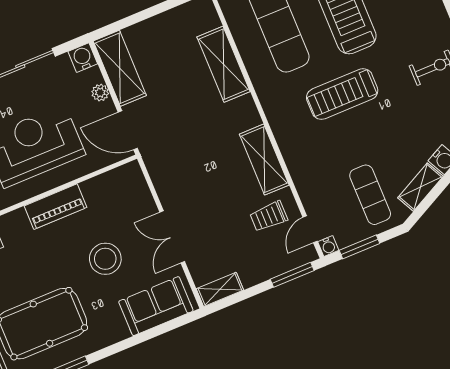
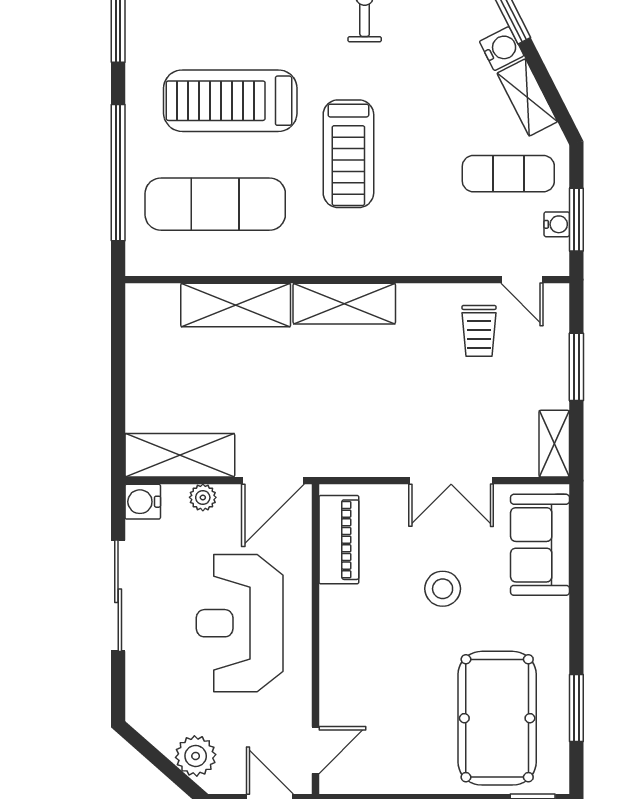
shelving: (264, 160) -> (344, 304), moved
piano: (55, 207) -> (339, 540), moved
water cooler: (328, 246) -> (557, 224), moved
stool: (105, 259) -> (443, 589), width x0.73, depth x0.73
window: (292, 275) -> (576, 367), moved

